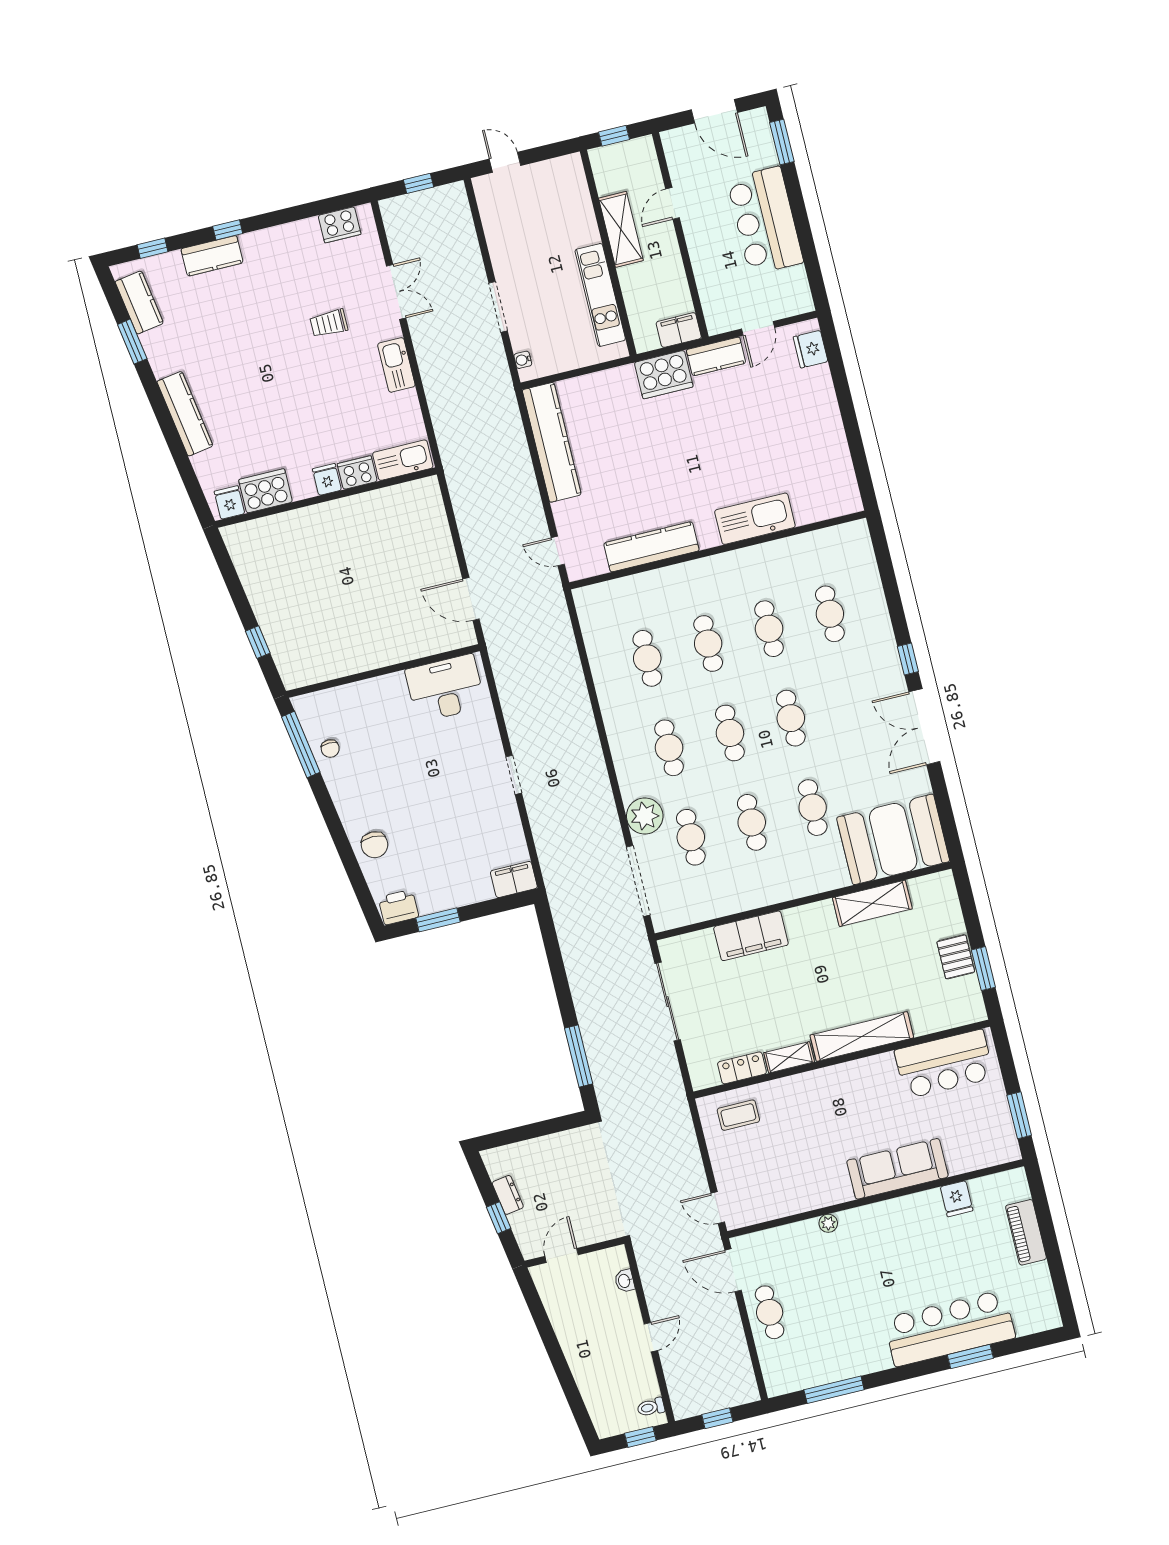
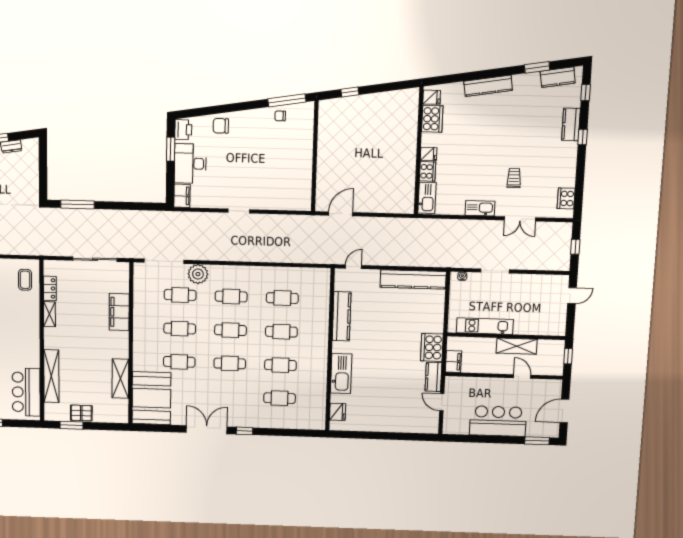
fridge: (811, 349) -> (338, 412), moved, turned 90
desk: (445, 688) -> (190, 164), moved, turned 180
shelving: (862, 1036) -> (51, 376), moved

